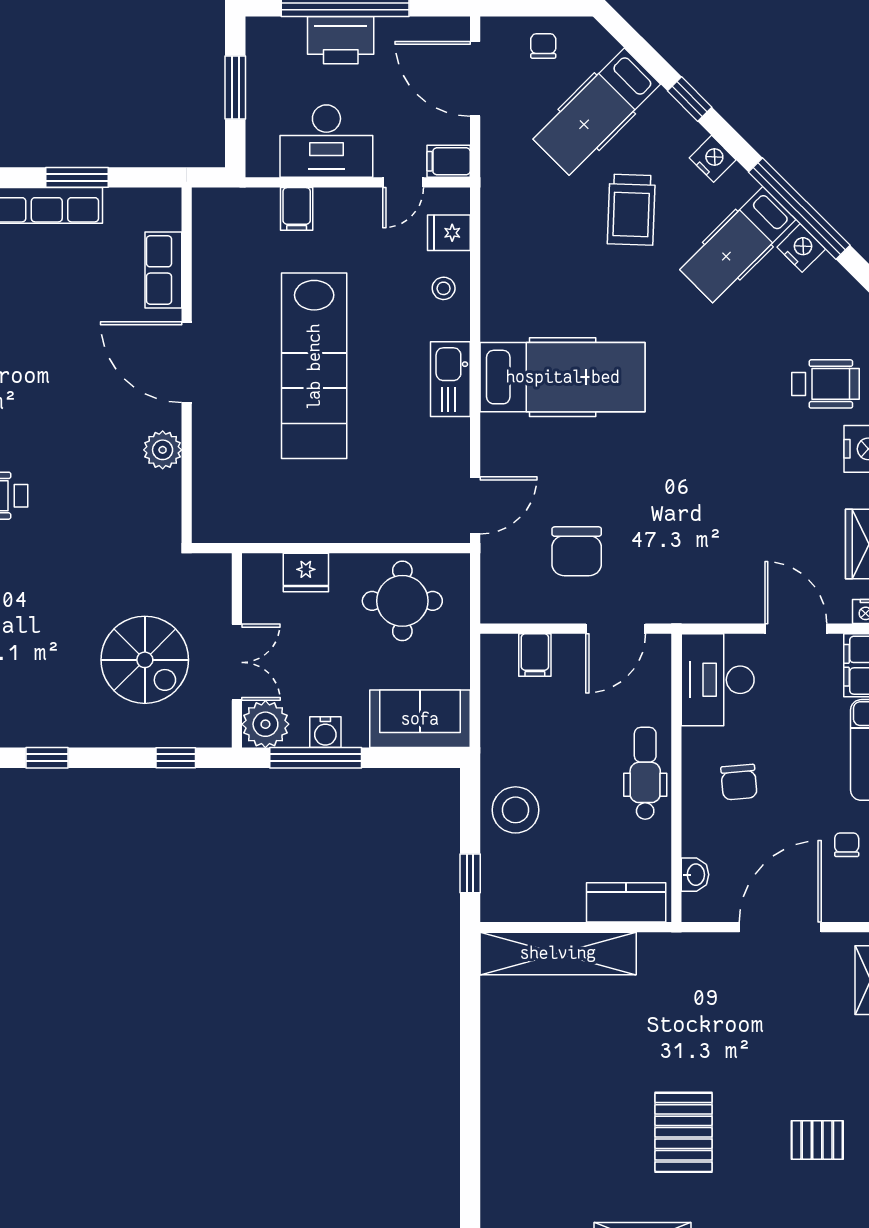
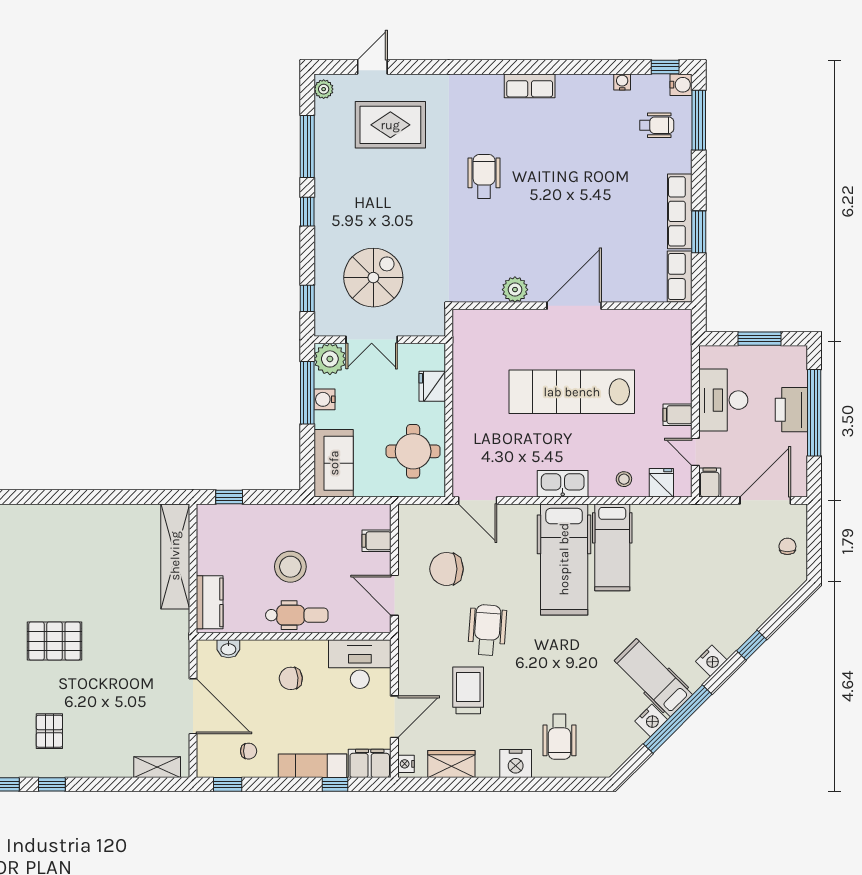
chair: (543, 46) -> (787, 546), turned -90
hospital bed: (597, 112) -> (612, 547), moved, turned -135
filing cabinet: (297, 209) -> (677, 415), moved
trolley: (631, 210) -> (468, 690), moved, turned 88
row of seats: (163, 270) -> (680, 276), moved, turned -90
wheelchair: (667, 491) -> (487, 630), added
spiral stairs: (145, 660) -> (373, 278), turned 180
stool: (515, 810) -> (290, 567), moved

